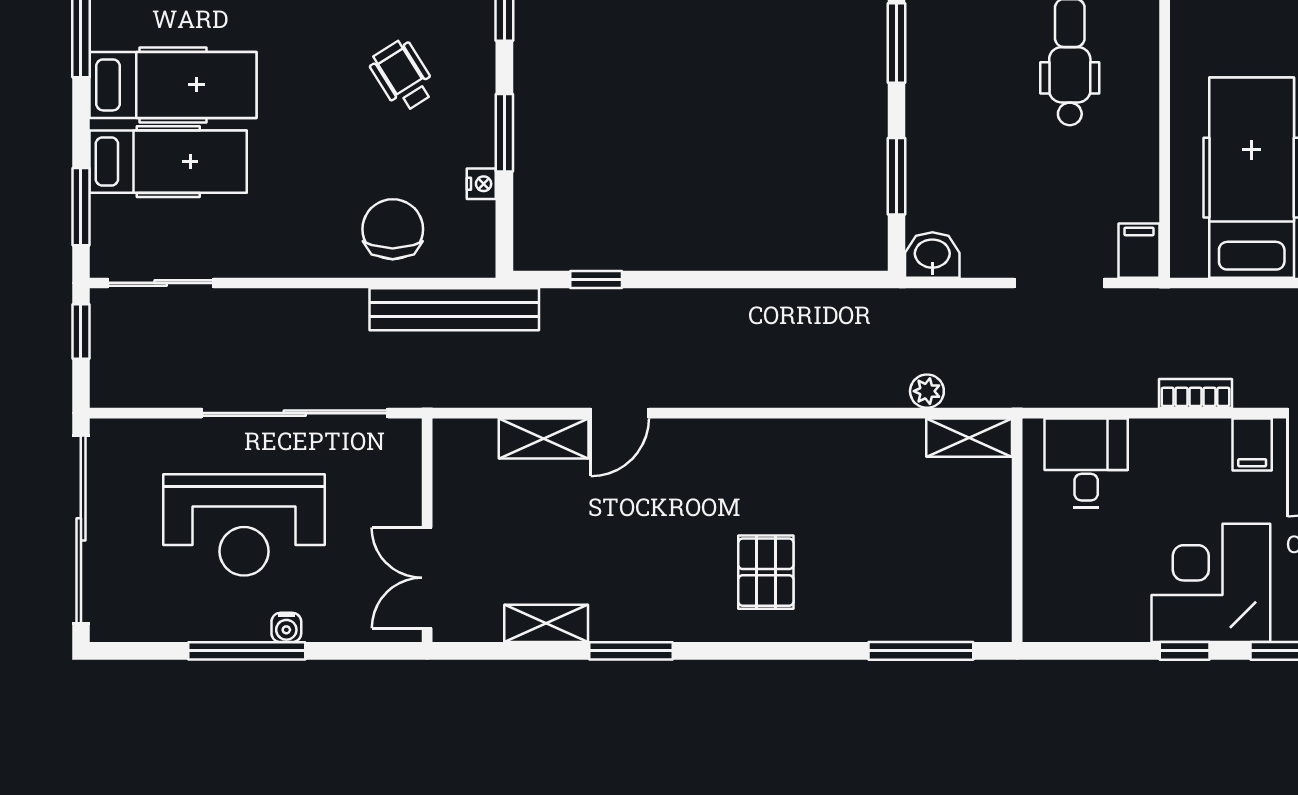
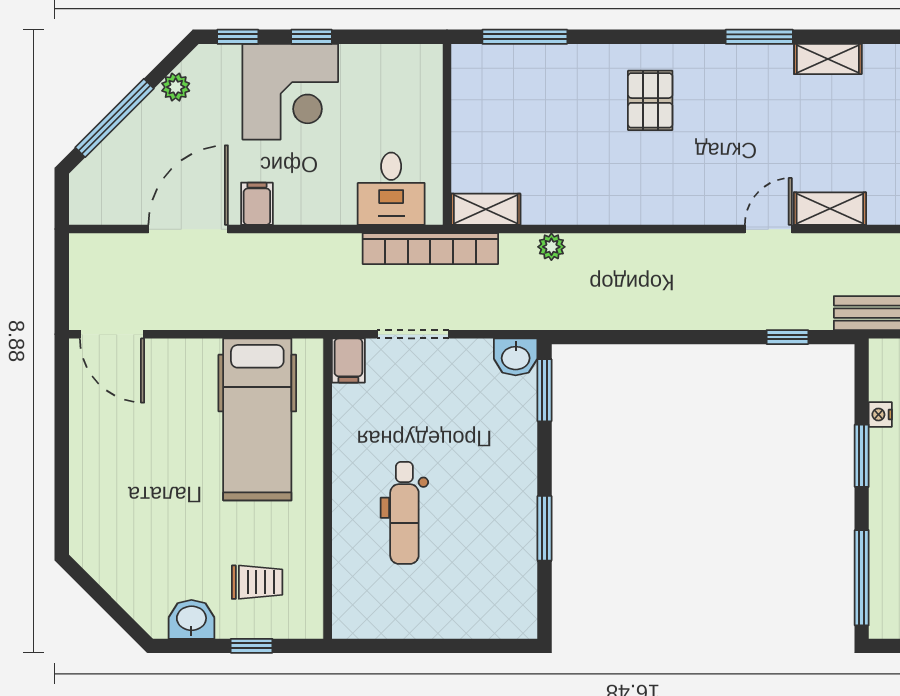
window: (897, 176) -> (544, 390), moved
plant: (927, 391) -> (551, 247), moved
bookcase: (1195, 393) -> (430, 249), moved, width x2.31, depth x1.31

